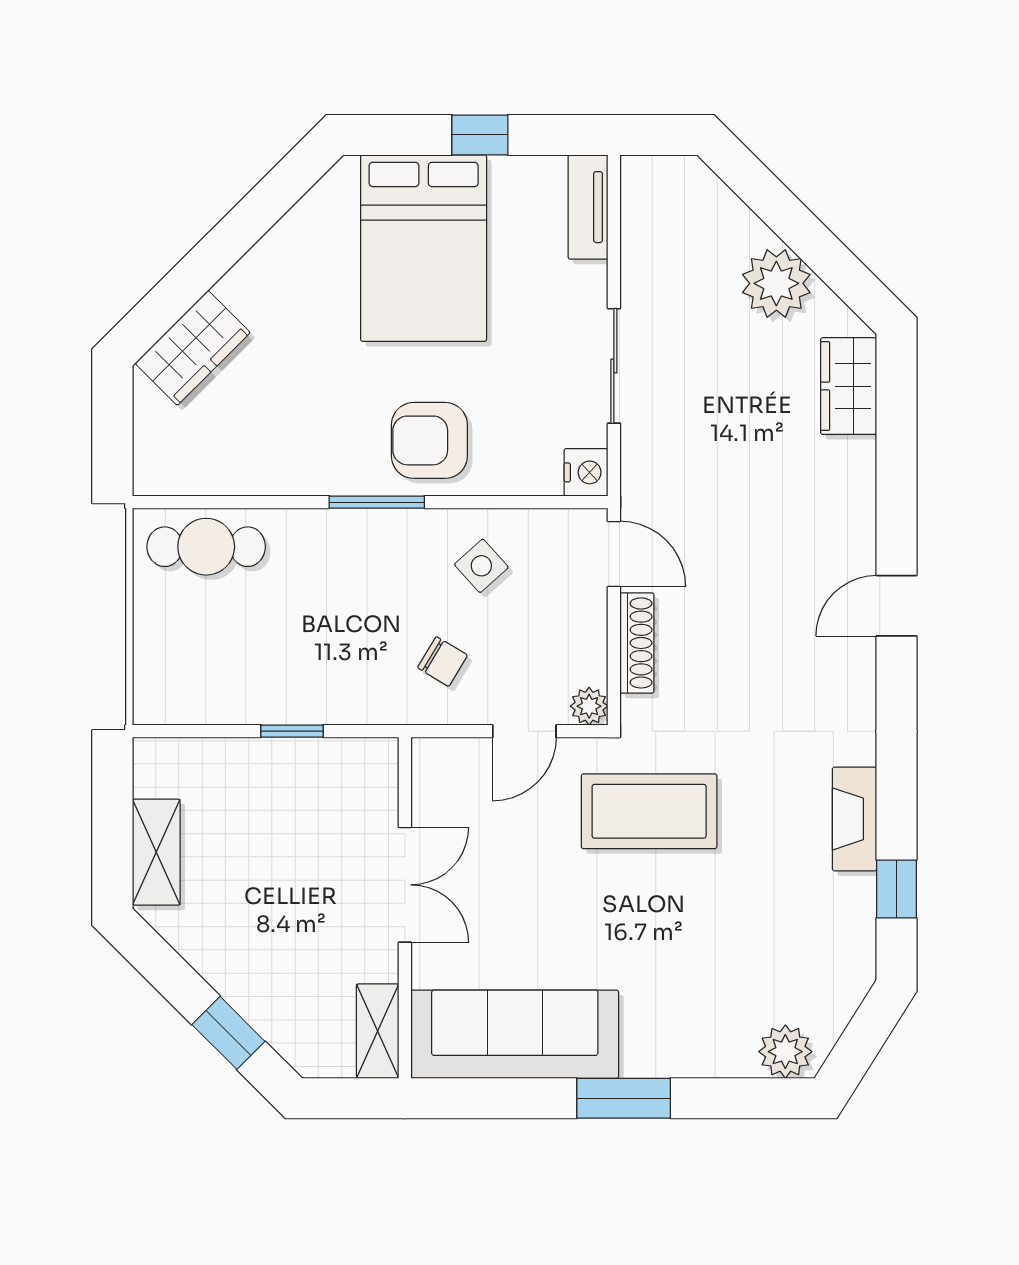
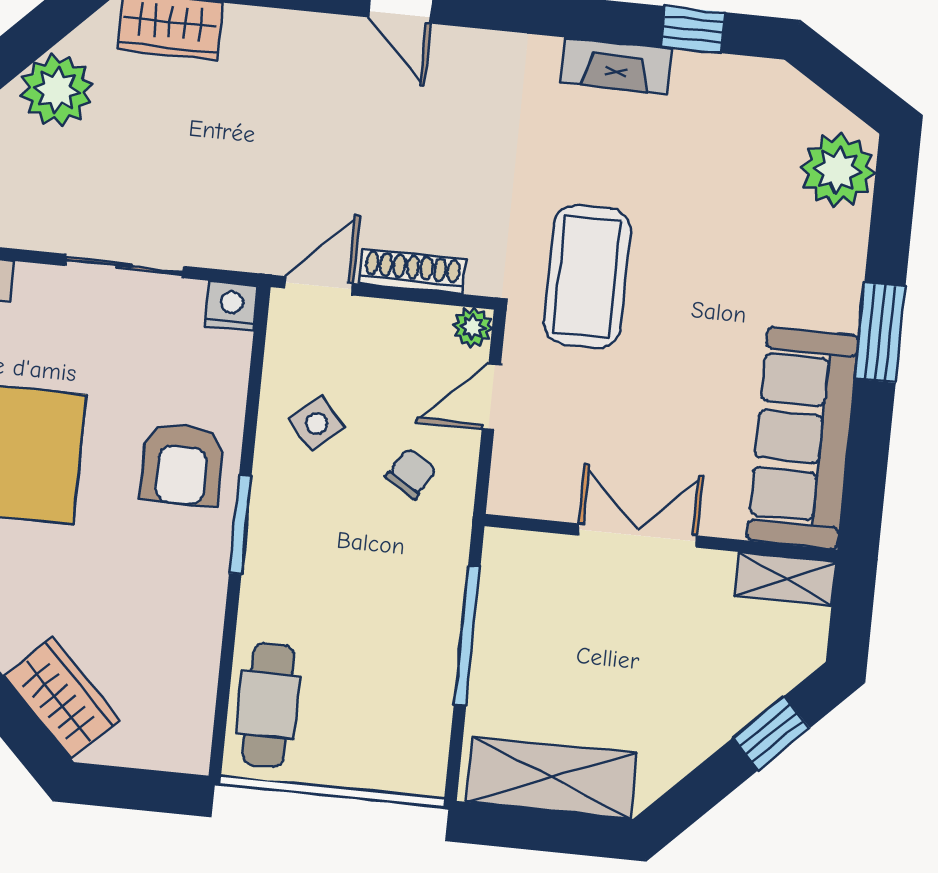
window: (292, 731) -> (467, 636), width x2.17
door: (524, 731) -> (491, 396), swing flipped
shelving: (156, 852) -> (551, 777), width x1.50, depth x1.33
plant: (785, 1052) -> (838, 170), width x1.36, depth x1.36

